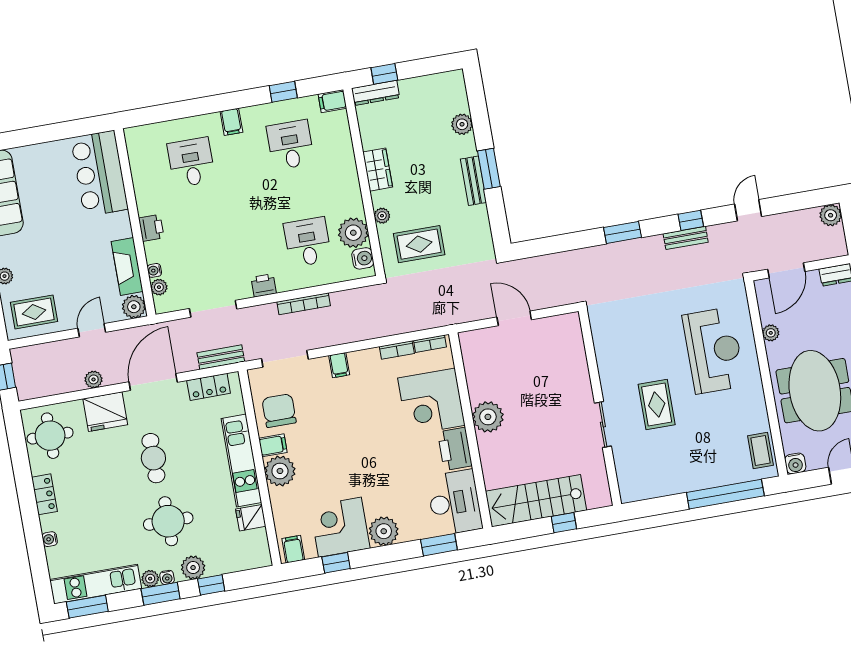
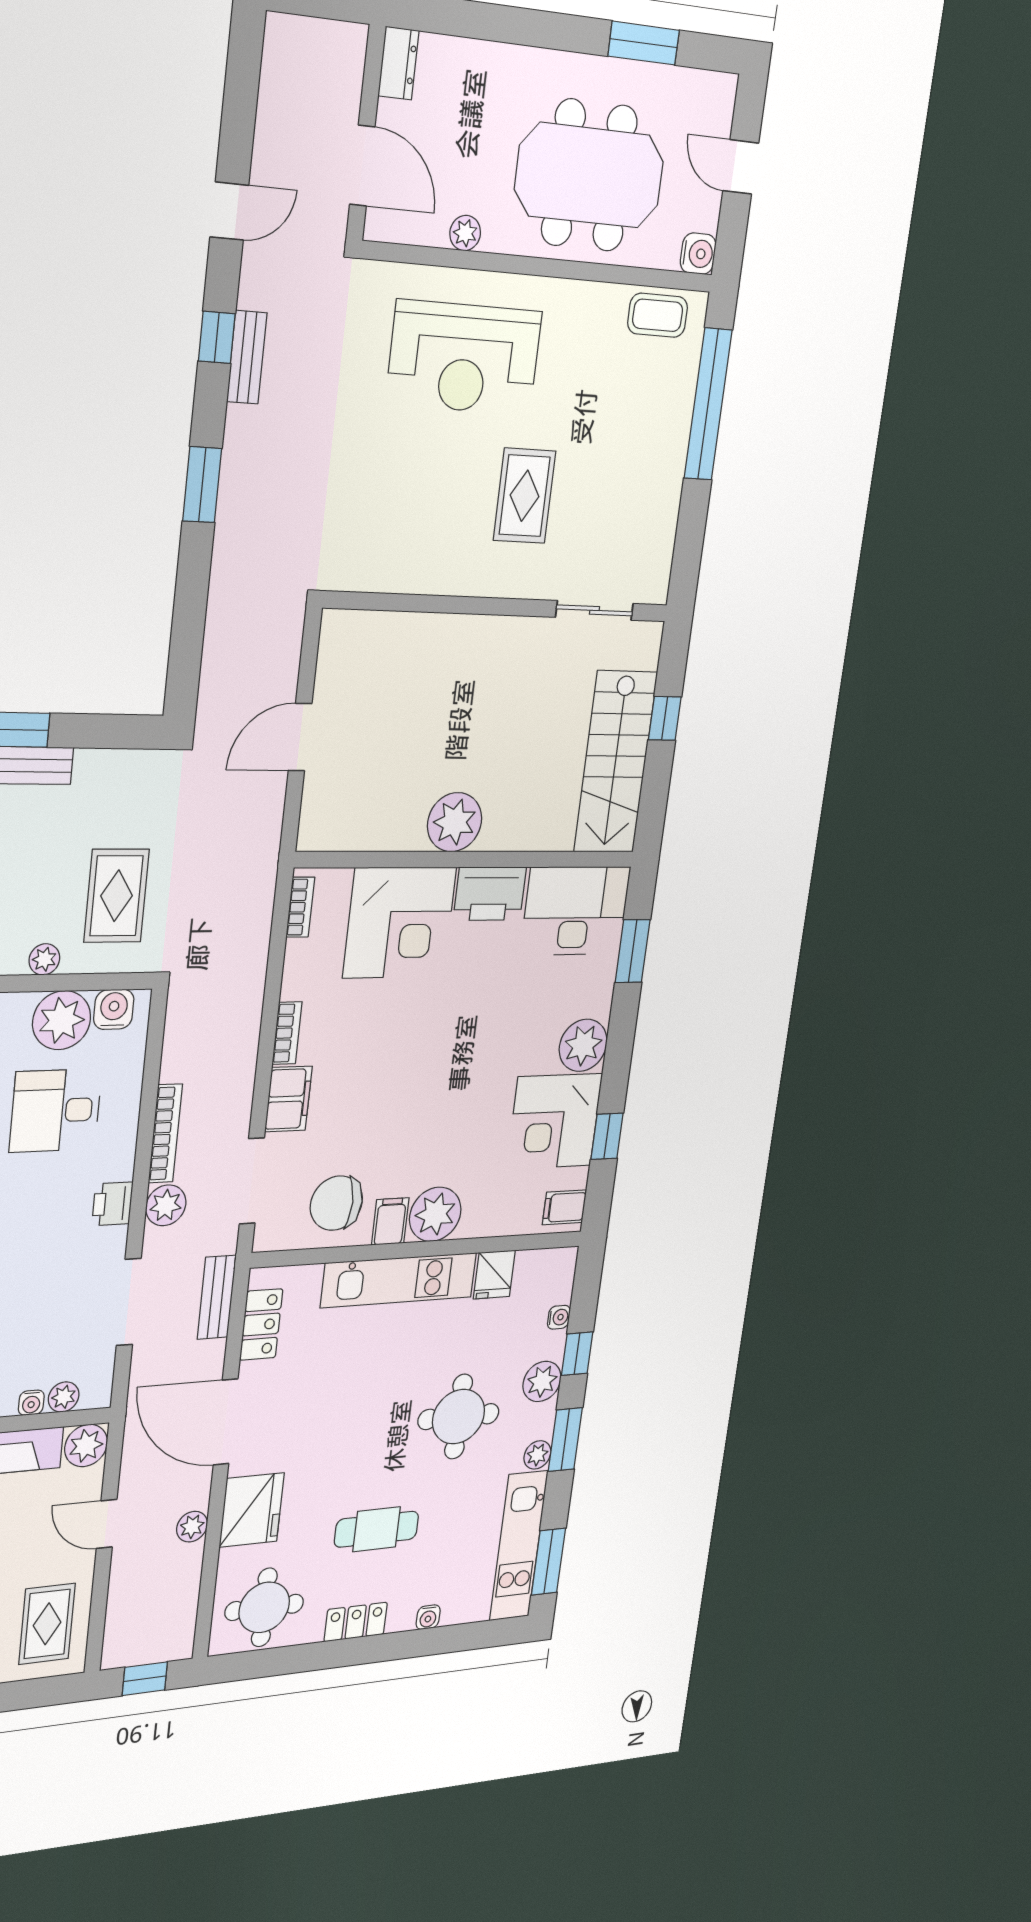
door: (748, 210) -> (229, 211), swing flipped
plant: (831, 215) -> (166, 1205), moved
bookcase: (397, 350) -> (287, 1033), moved
reception desk: (714, 350) -> (464, 358), turned 180
filing cabinet: (339, 365) -> (288, 1099), width x2.00
rug: (657, 404) -> (525, 496), turned 90
sliding door: (603, 424) -> (594, 610), moved
cafe table: (153, 458) -> (377, 1529), moved
water cooler: (167, 577) -> (559, 1317), moved

